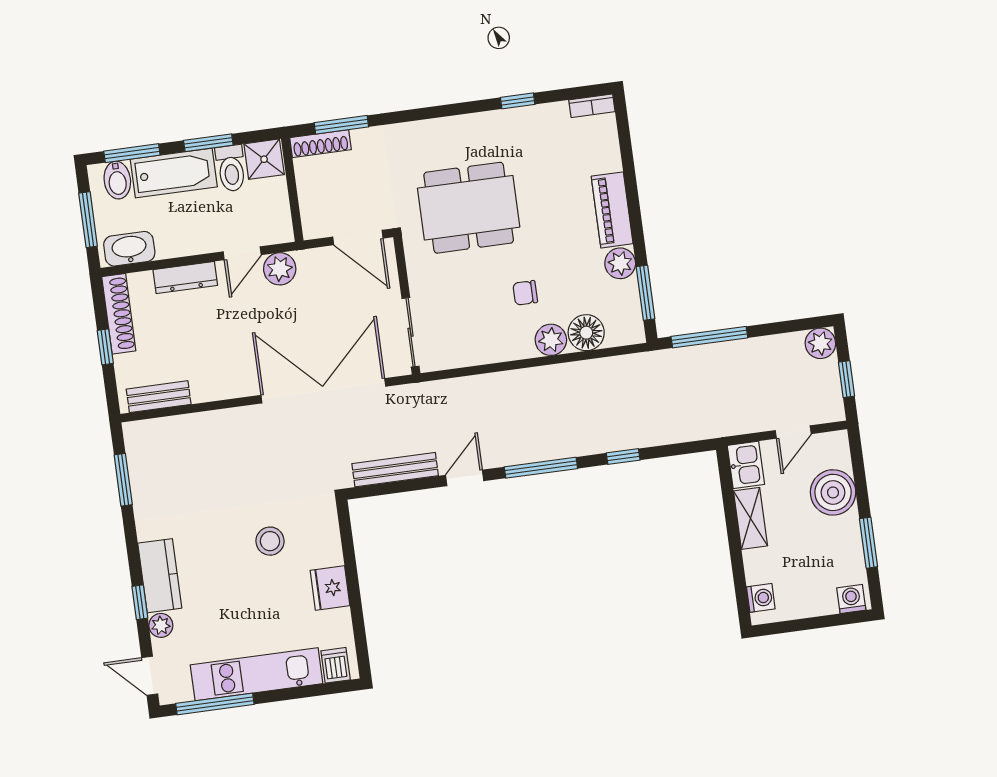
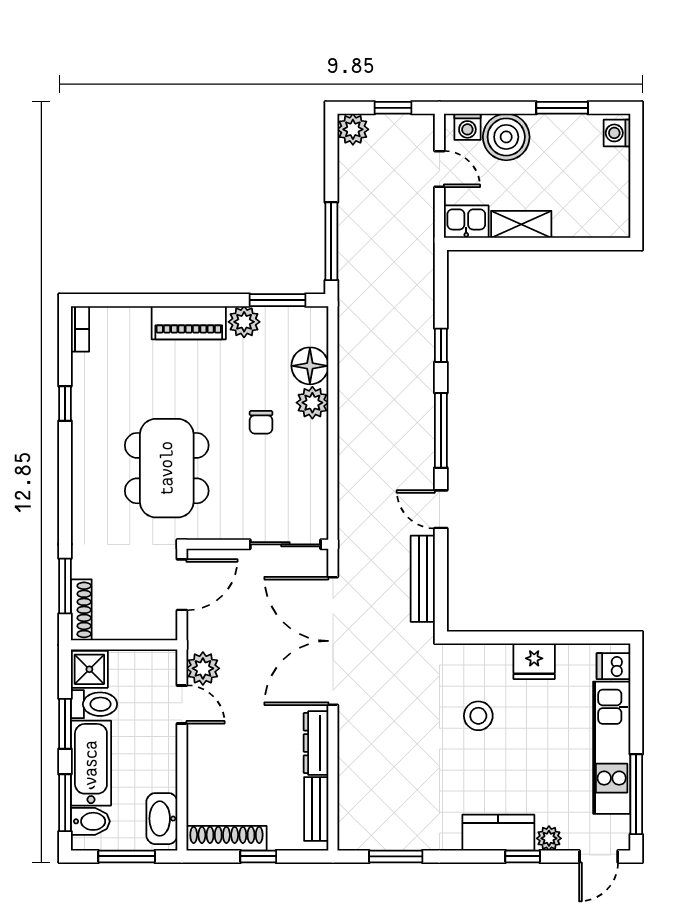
dresser: (185, 278) -> (316, 743), moved, turned 180
washing machine: (761, 598) -> (467, 127), moved, turned 180

